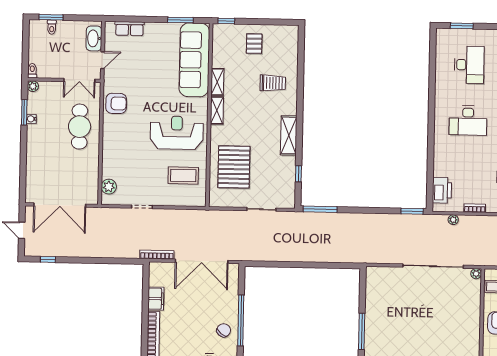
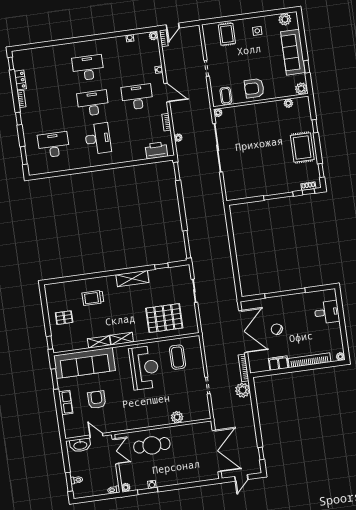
row of seats: (129, 29) -> (66, 403), moved
trolley: (273, 83) -> (93, 298), turned -90
armchair: (116, 103) -> (97, 400), moved
reception desk: (177, 133) -> (144, 368), turned 180
plant: (109, 187) -> (177, 417), moved
plant: (130, 249) -> (243, 390), added
chair: (224, 330) -> (277, 329), moved

